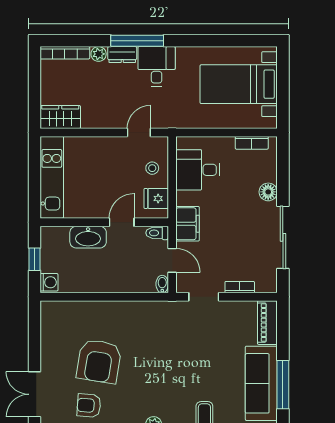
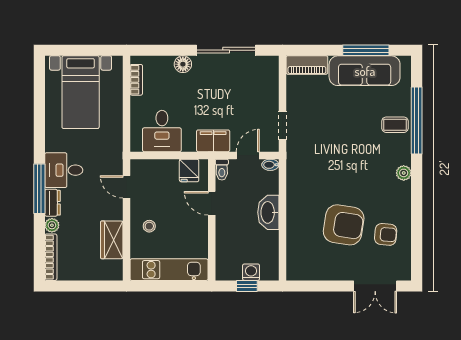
wardrobe: (60, 117) -> (112, 240), moved
stool: (152, 168) -> (149, 226), moved
washbasin: (88, 237) -> (268, 212), moved, turned 180
washing machine: (49, 282) -> (251, 272), moved
bookcase: (240, 287) -> (273, 91), removed
armchair: (89, 405) -> (386, 234), turned -89

